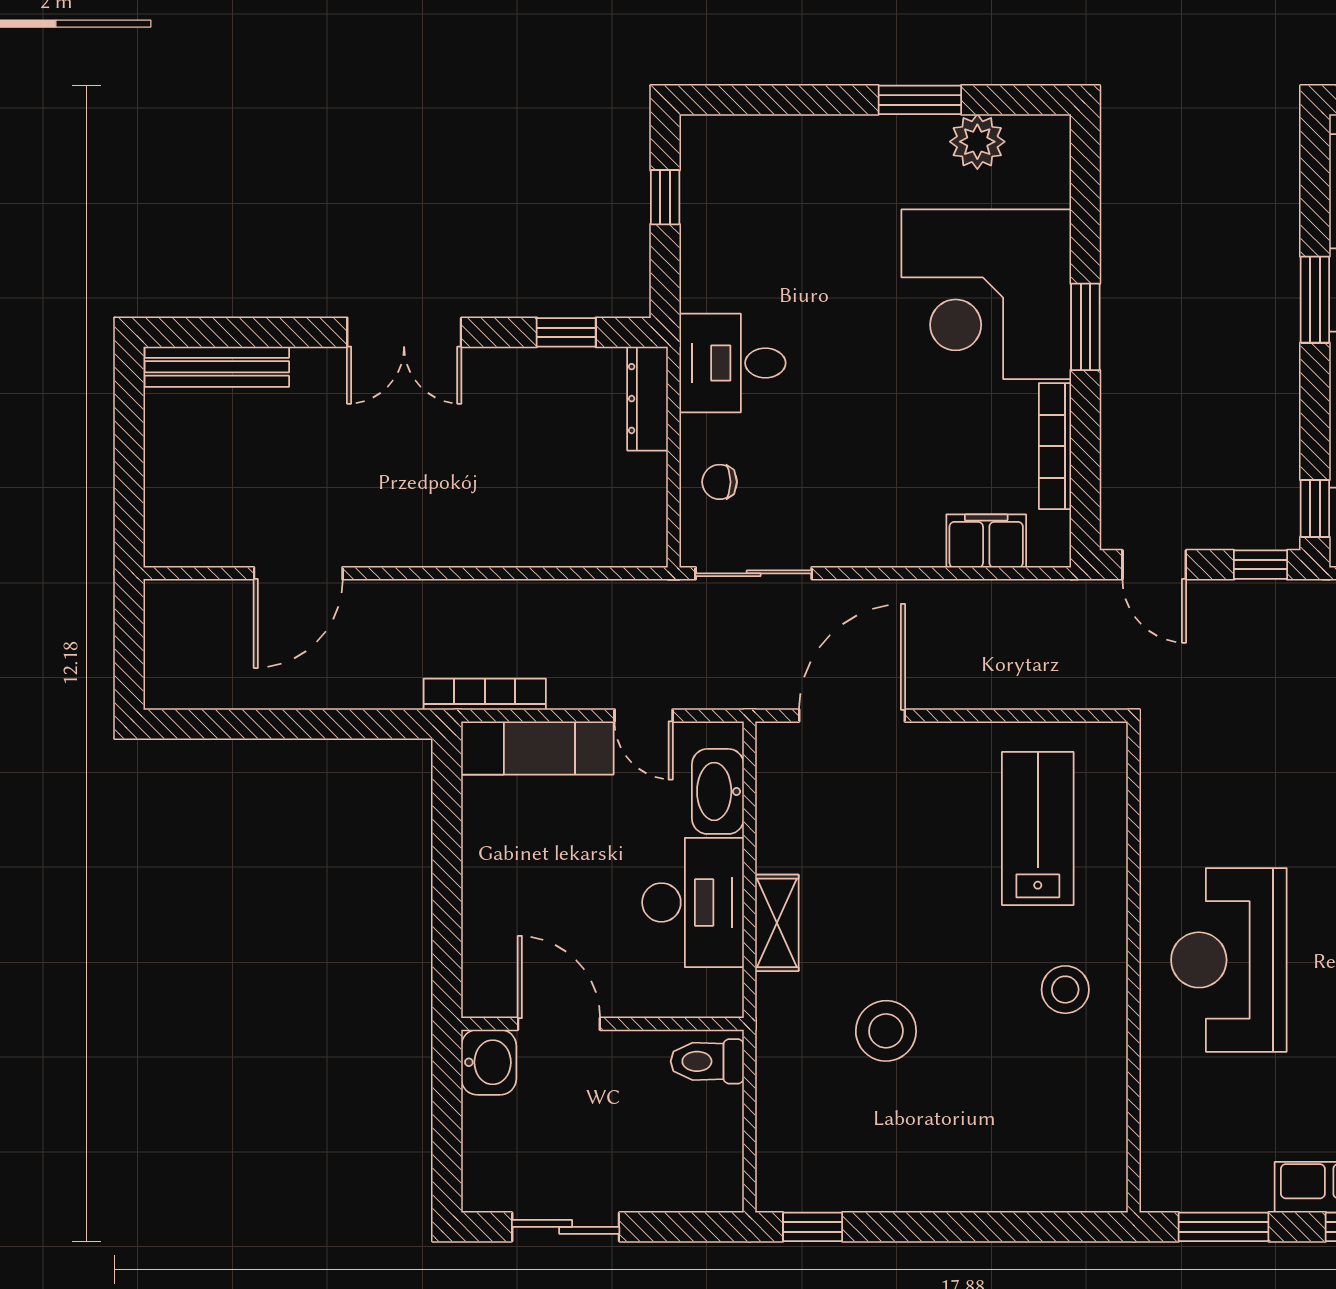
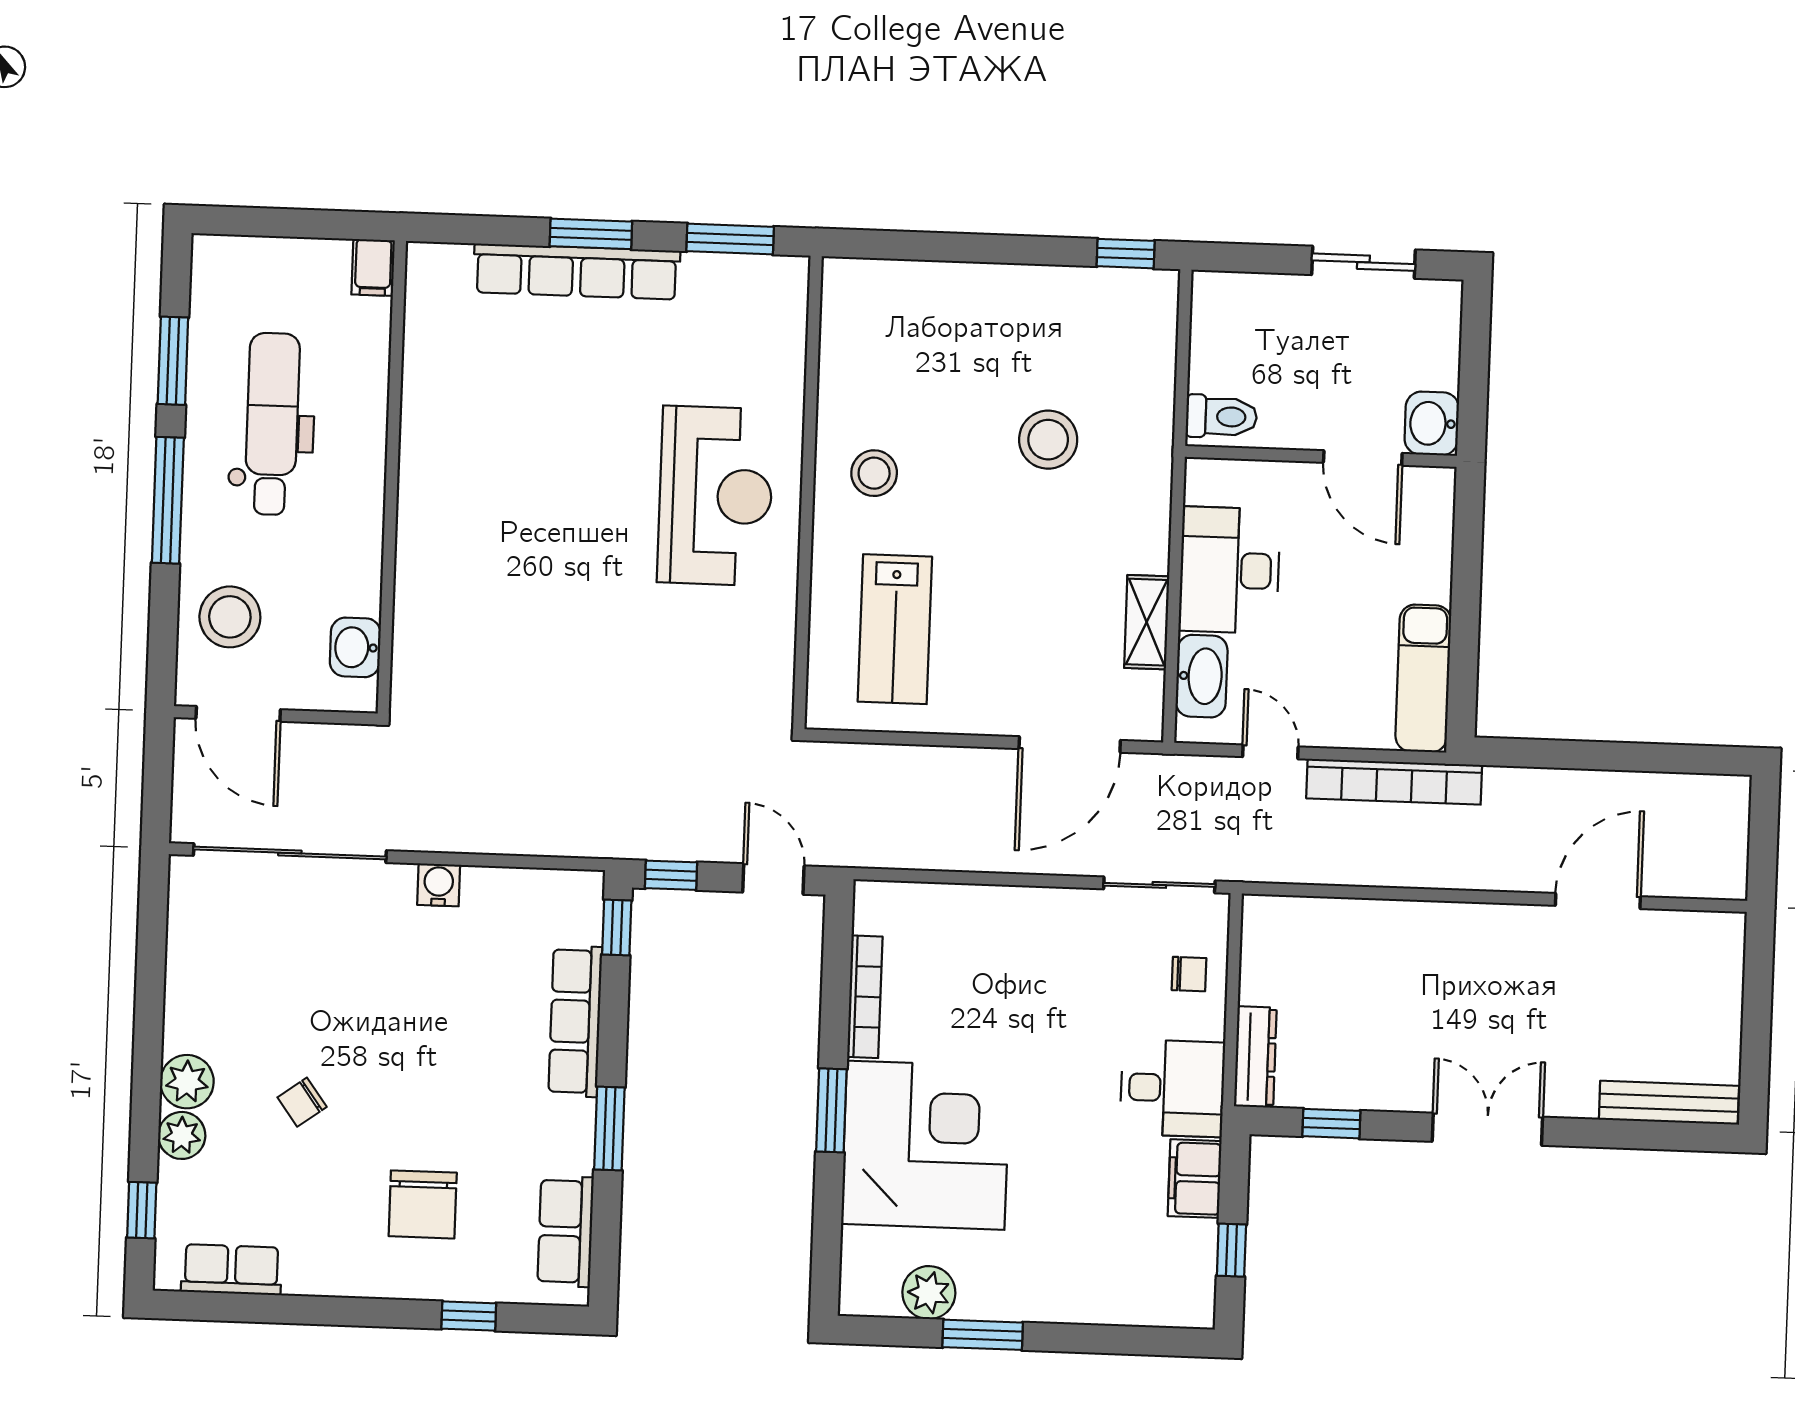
filing cabinet: (986, 541) -> (1195, 1179), moved, turned 90
bookcase: (485, 694) -> (1394, 782), width x1.48, depth x1.31
exam couch: (537, 748) -> (1423, 678), moved, turned -90
shelving: (777, 923) -> (1147, 622), moved

